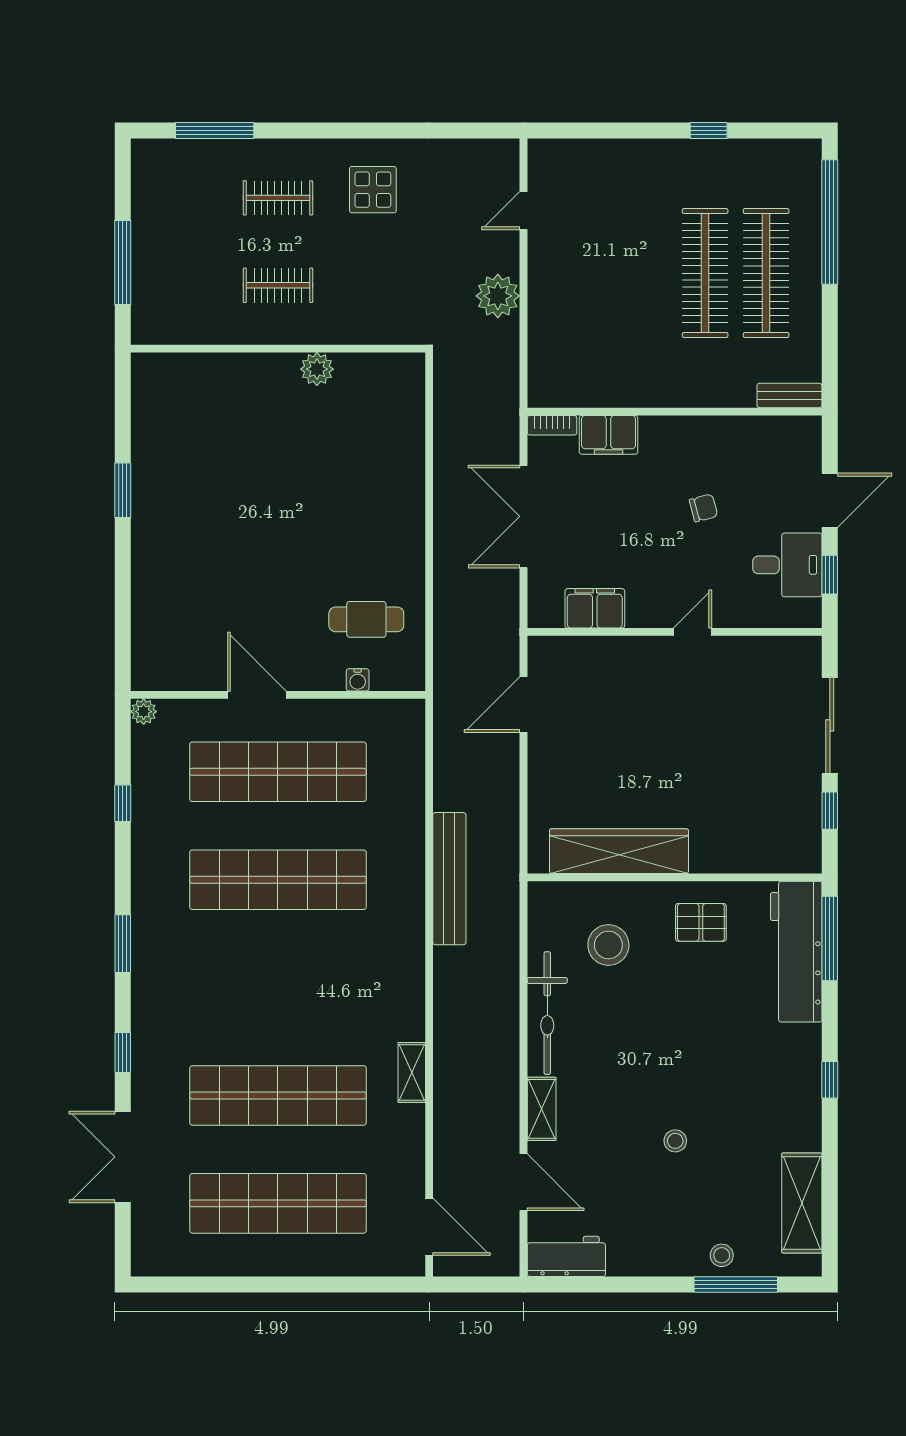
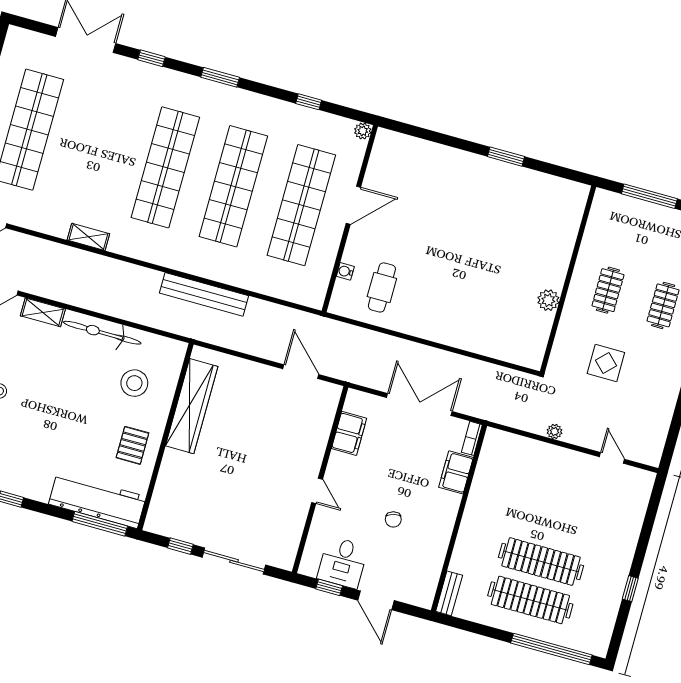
display table: (373, 190) -> (606, 363), moved
plant: (498, 296) -> (555, 431), width x0.53, depth x0.53
shop shelf: (278, 1095) -> (165, 167), moved

